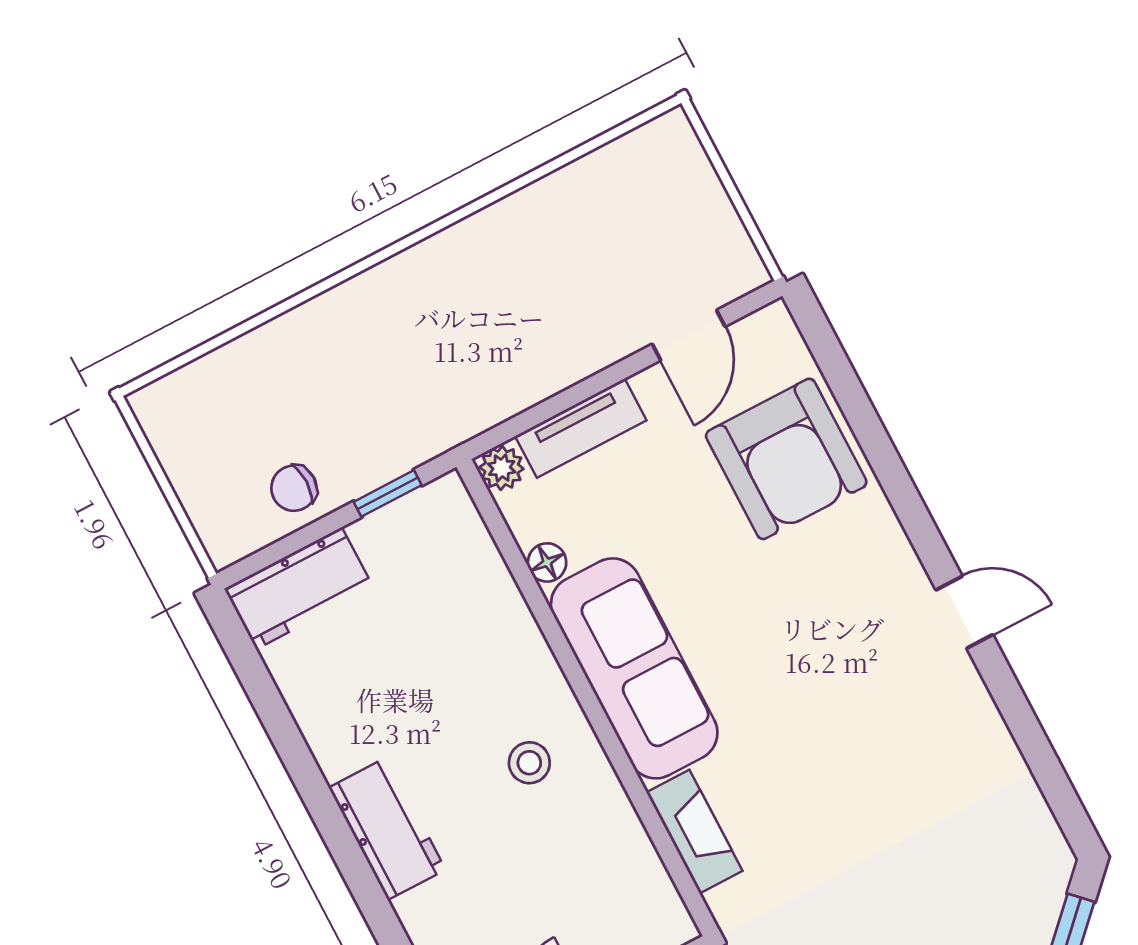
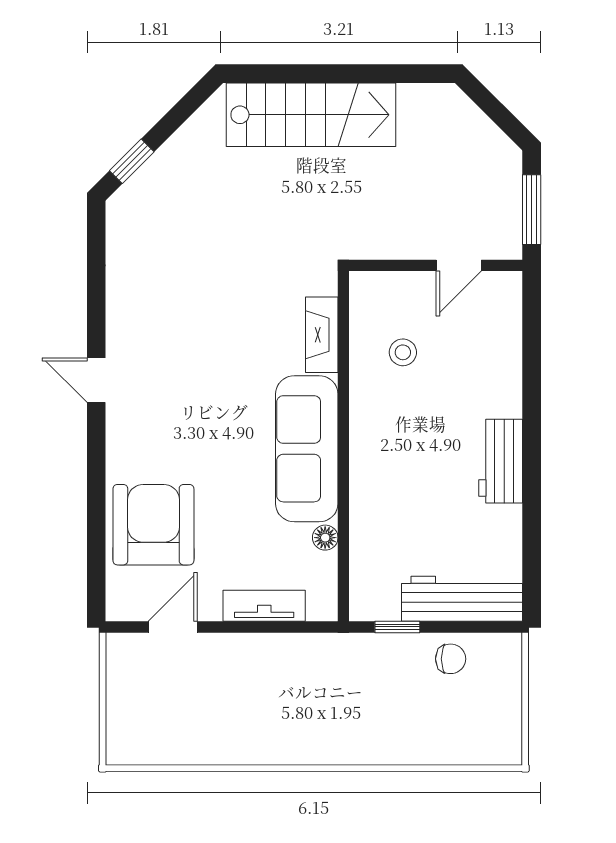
plant: (502, 468) -> (323, 607), removed
workbench: (299, 588) -> (462, 599), width x1.38
stool: (529, 763) -> (403, 352), moved
workbench: (387, 829) -> (501, 461), moved

